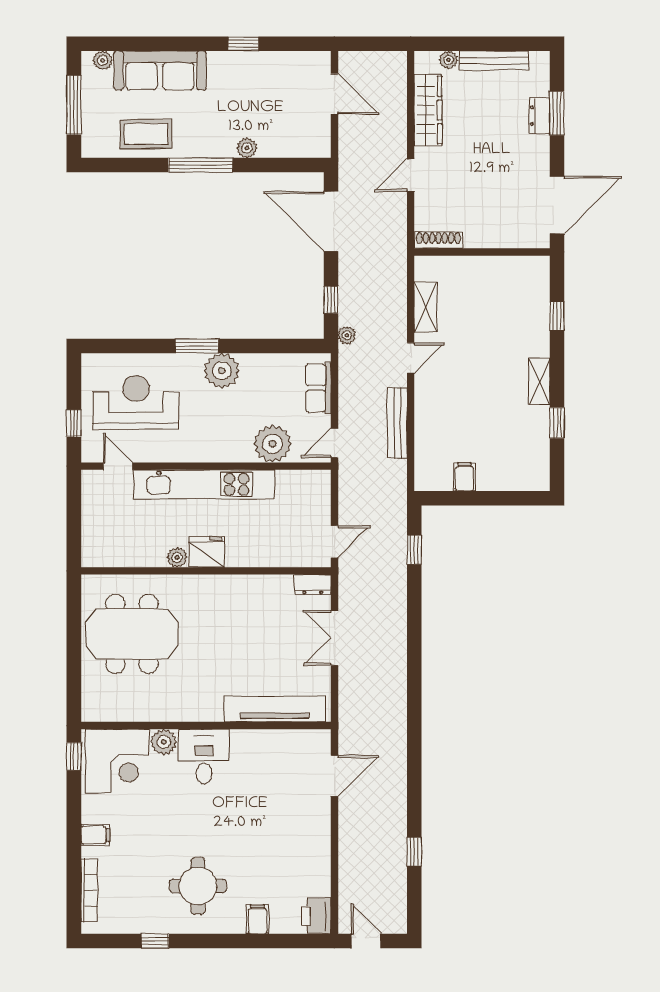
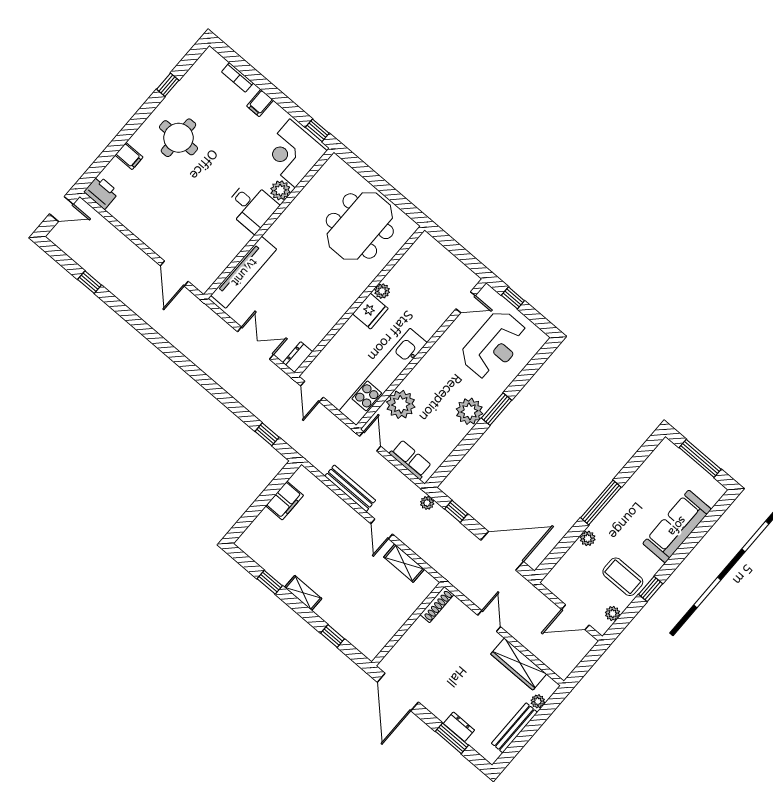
plant: (103, 60) -> (613, 613), moved
coffee table: (146, 134) -> (623, 577), moved, turned 90
filing cabinet: (464, 477) -> (285, 501), width x2.00
kitchen unit: (204, 484) -> (383, 377), moved
bookcase: (89, 890) -> (237, 77), width x0.64

